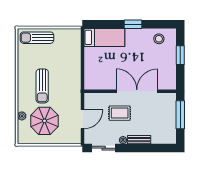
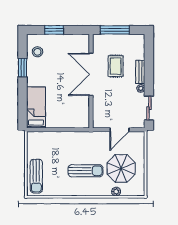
window: (133, 24) -> (23, 68), moved
rug: (120, 113) -> (116, 66), moved
door: (82, 119) -> (119, 130), swing flipped

